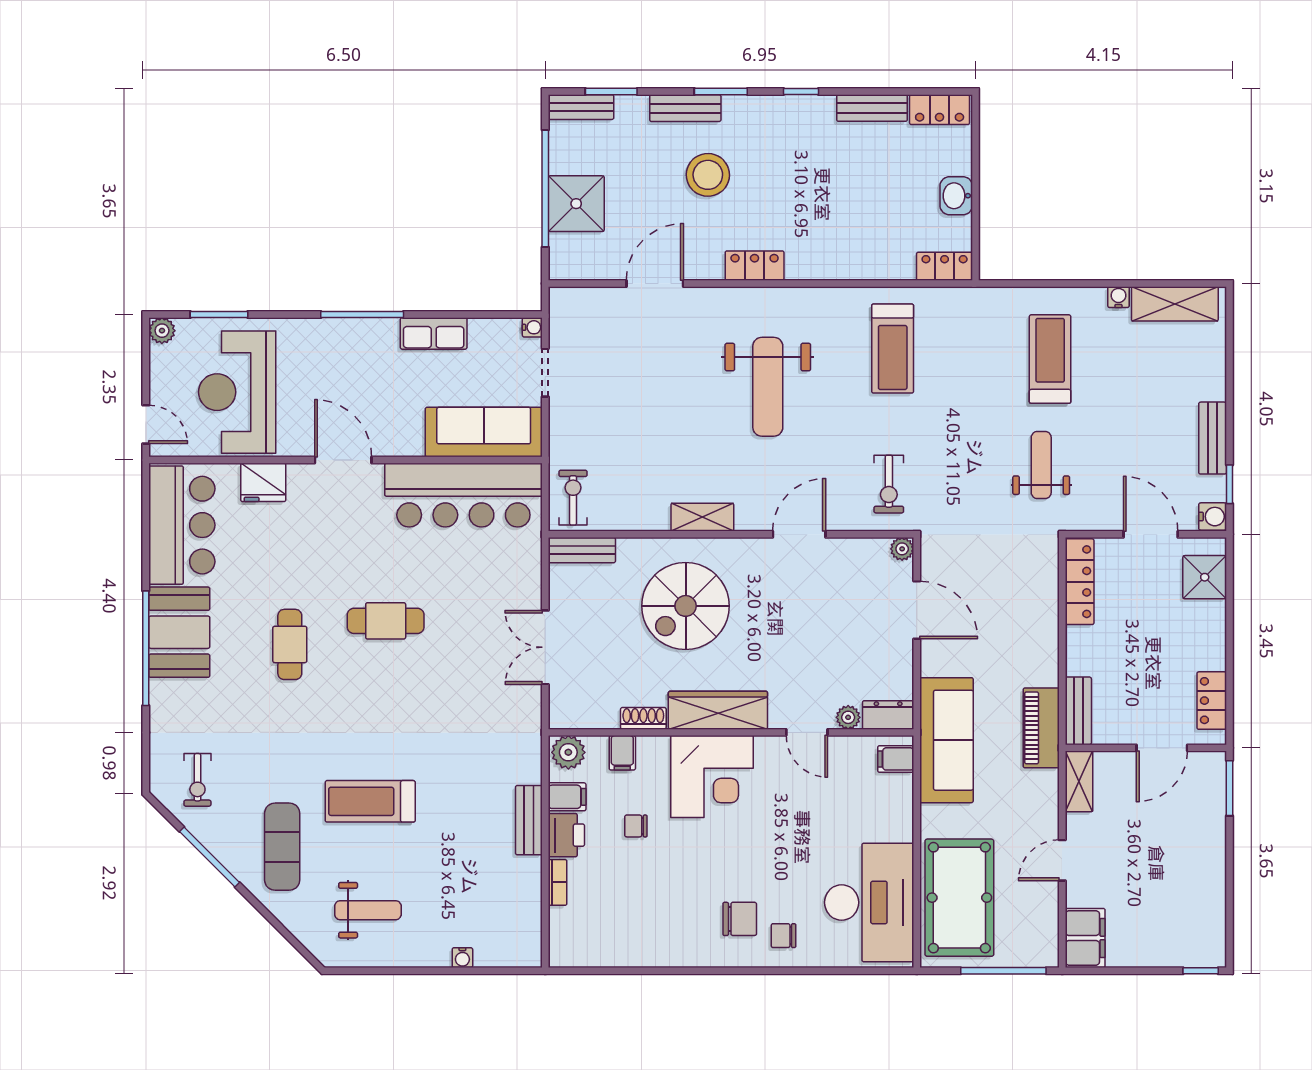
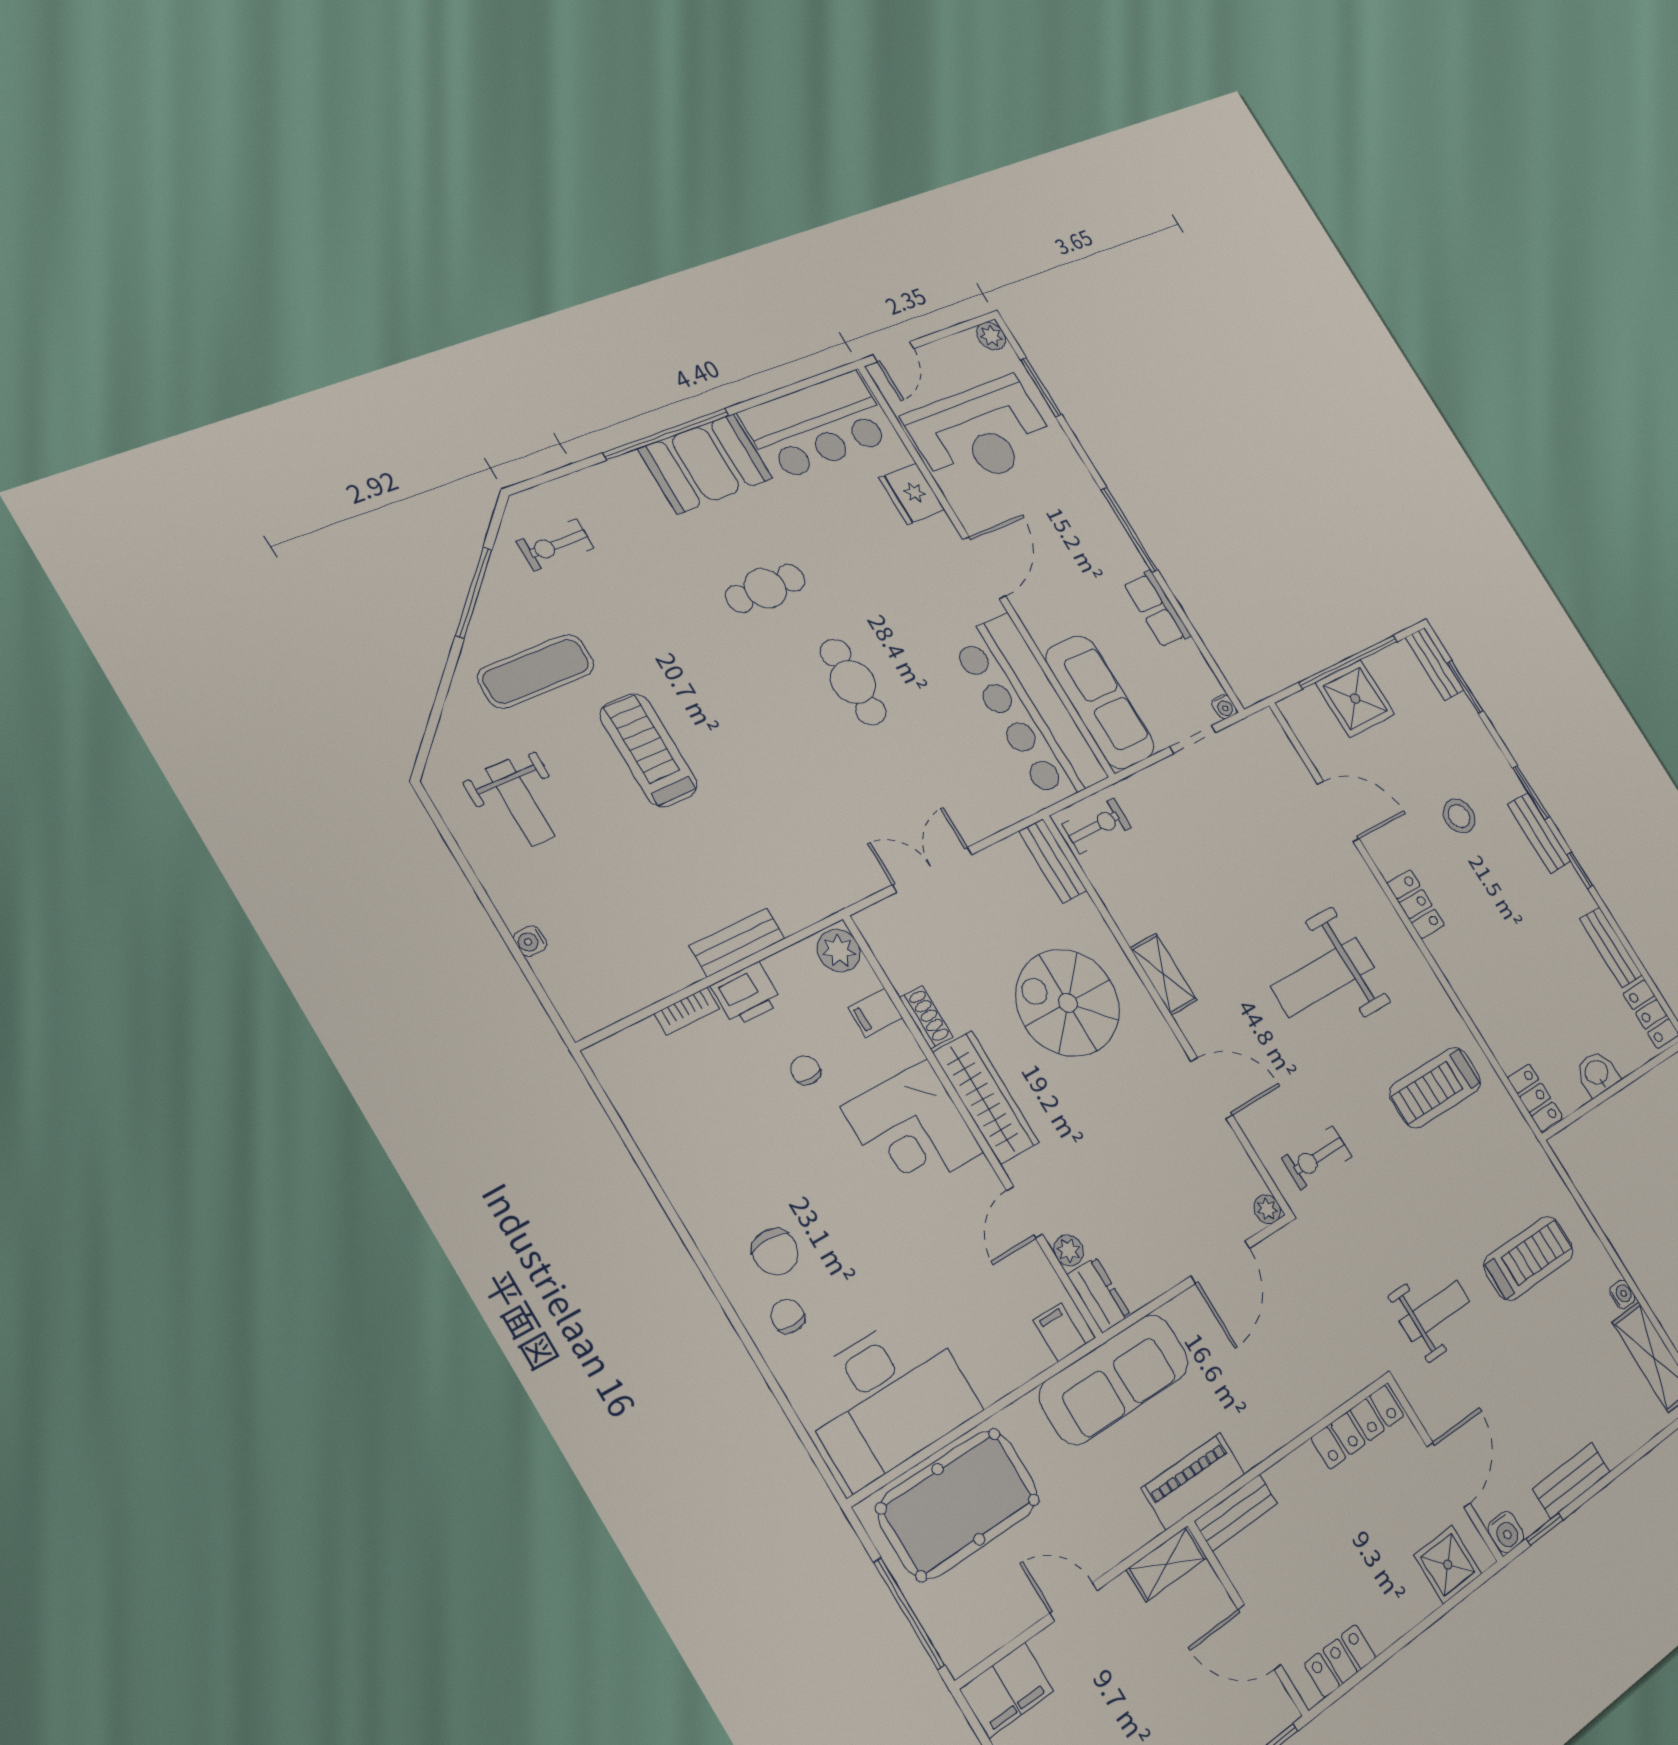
bench: (685, 108) -> (1539, 833), moved
stool: (708, 175) -> (1459, 816), width x0.73, depth x0.73
reception desk: (237, 392) -> (981, 433), turned 180
filing cabinet: (567, 797) -> (790, 974), removed

